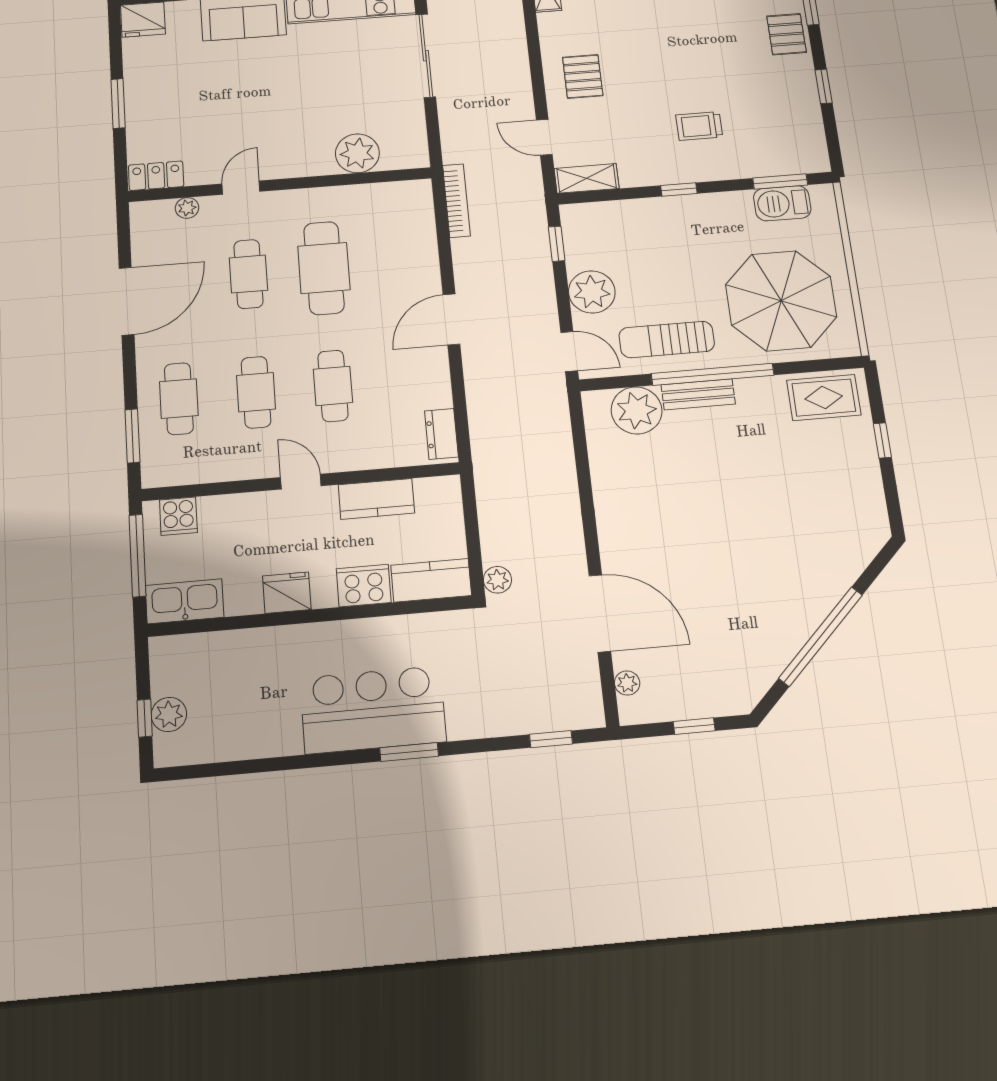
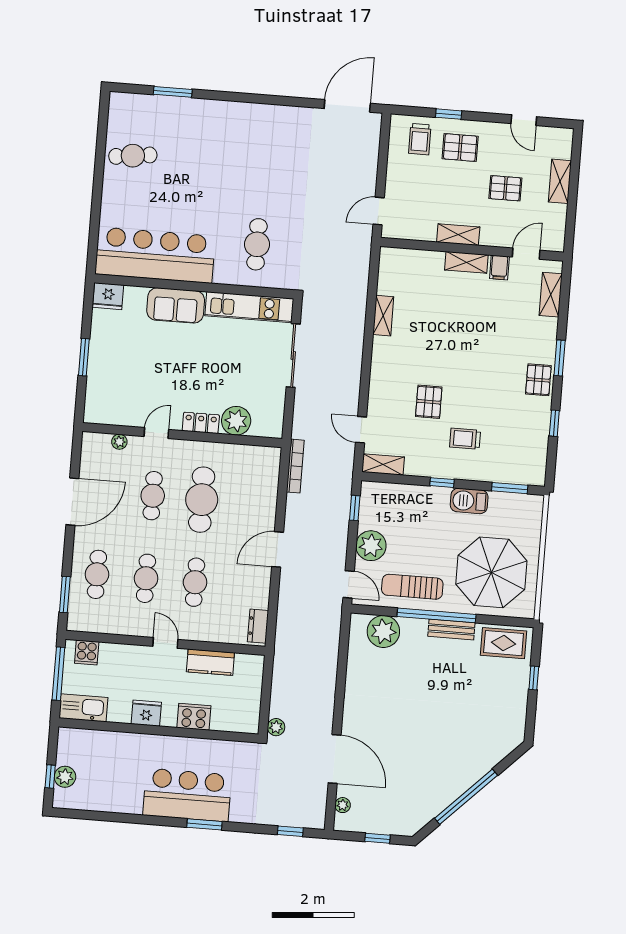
pallet: (583, 76) -> (429, 402), moved
locker: (156, 176) -> (201, 423), moved
barbecue: (782, 203) -> (469, 501), moved
bench: (698, 394) -> (451, 630), moved
kitchen counter: (431, 580) -> (235, 720), removed

